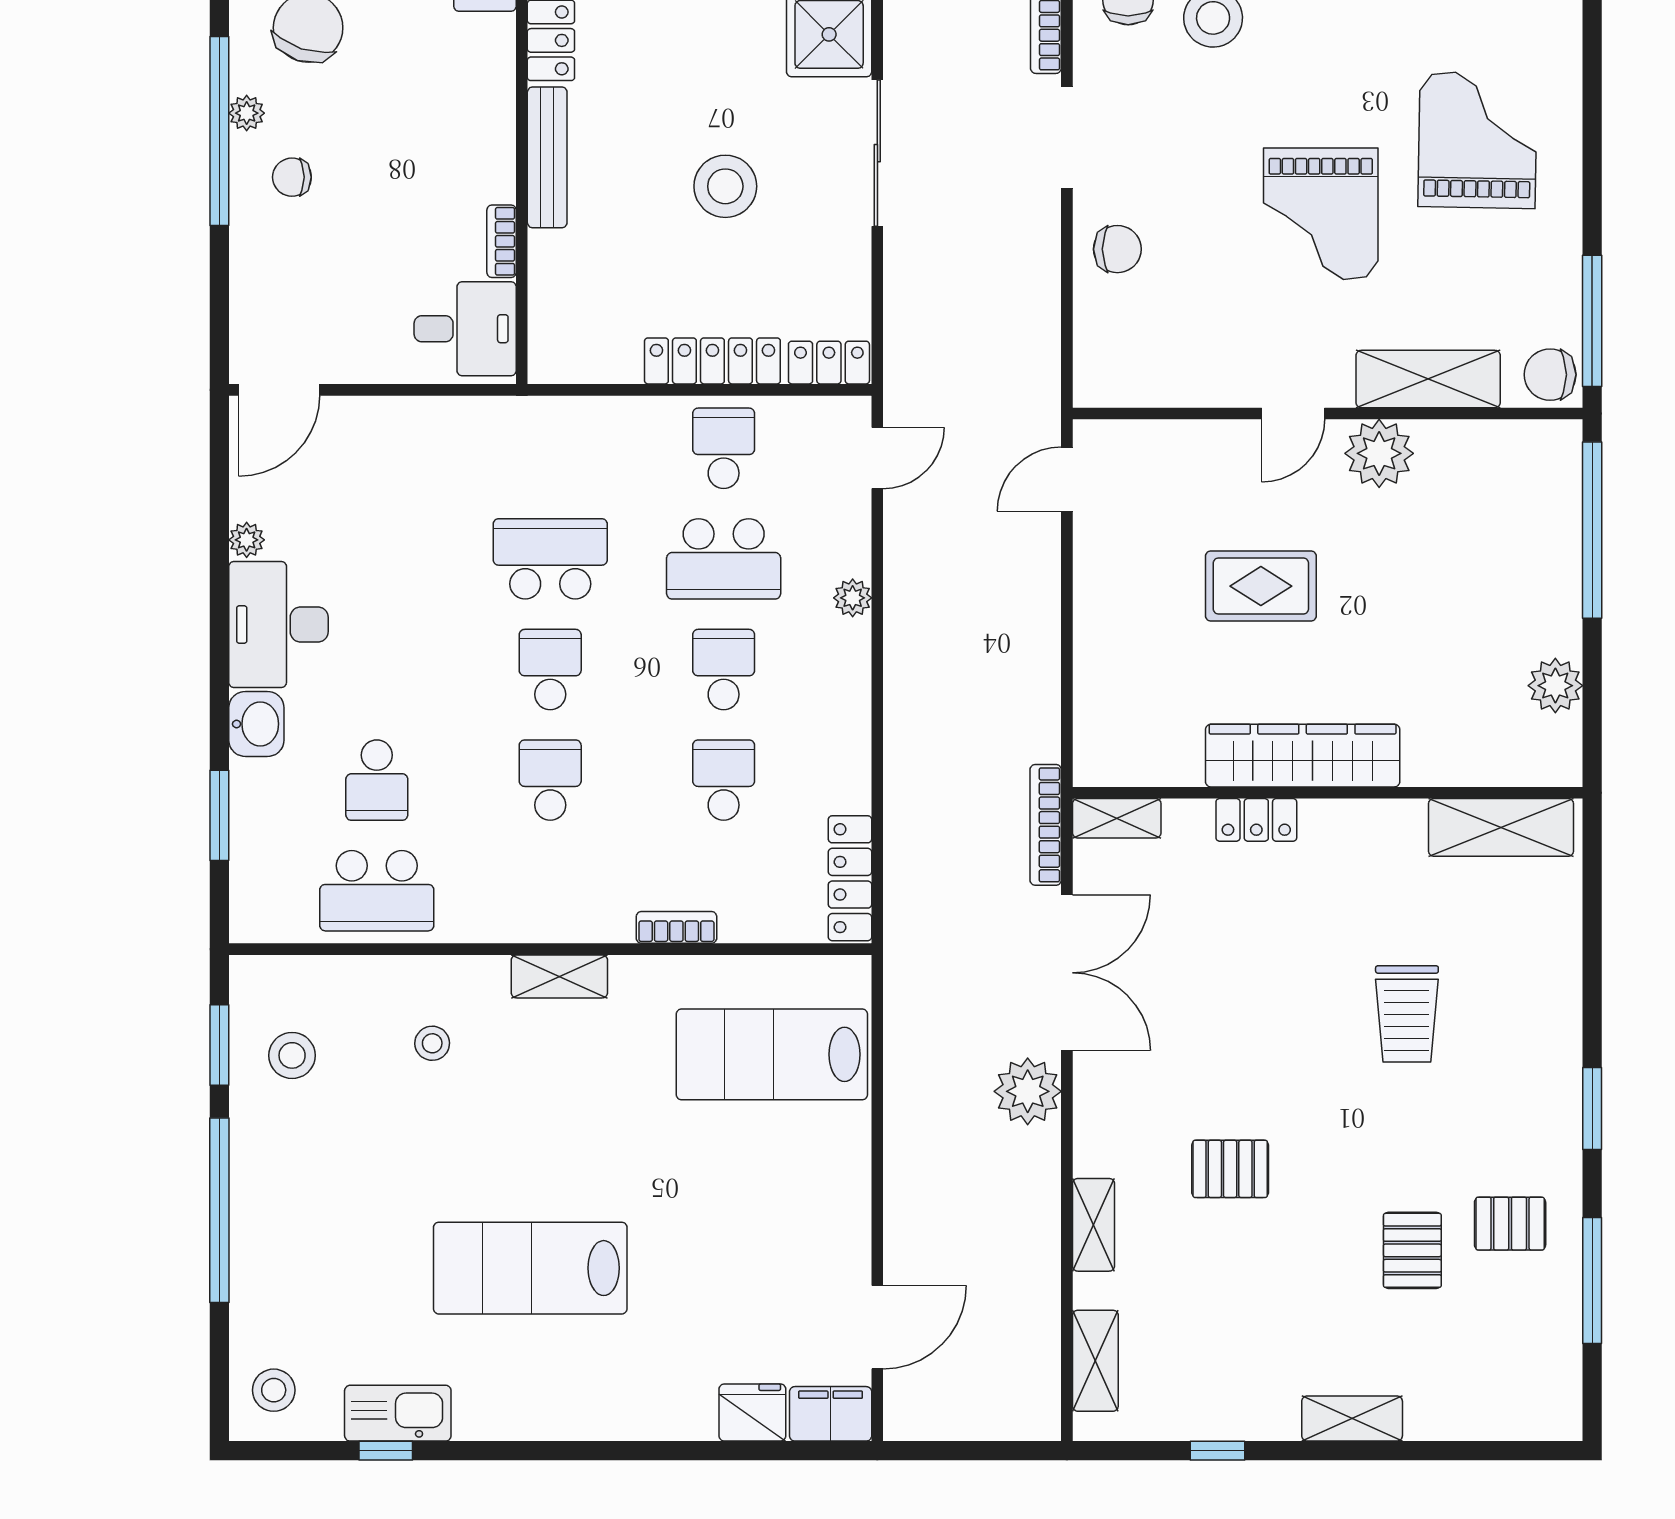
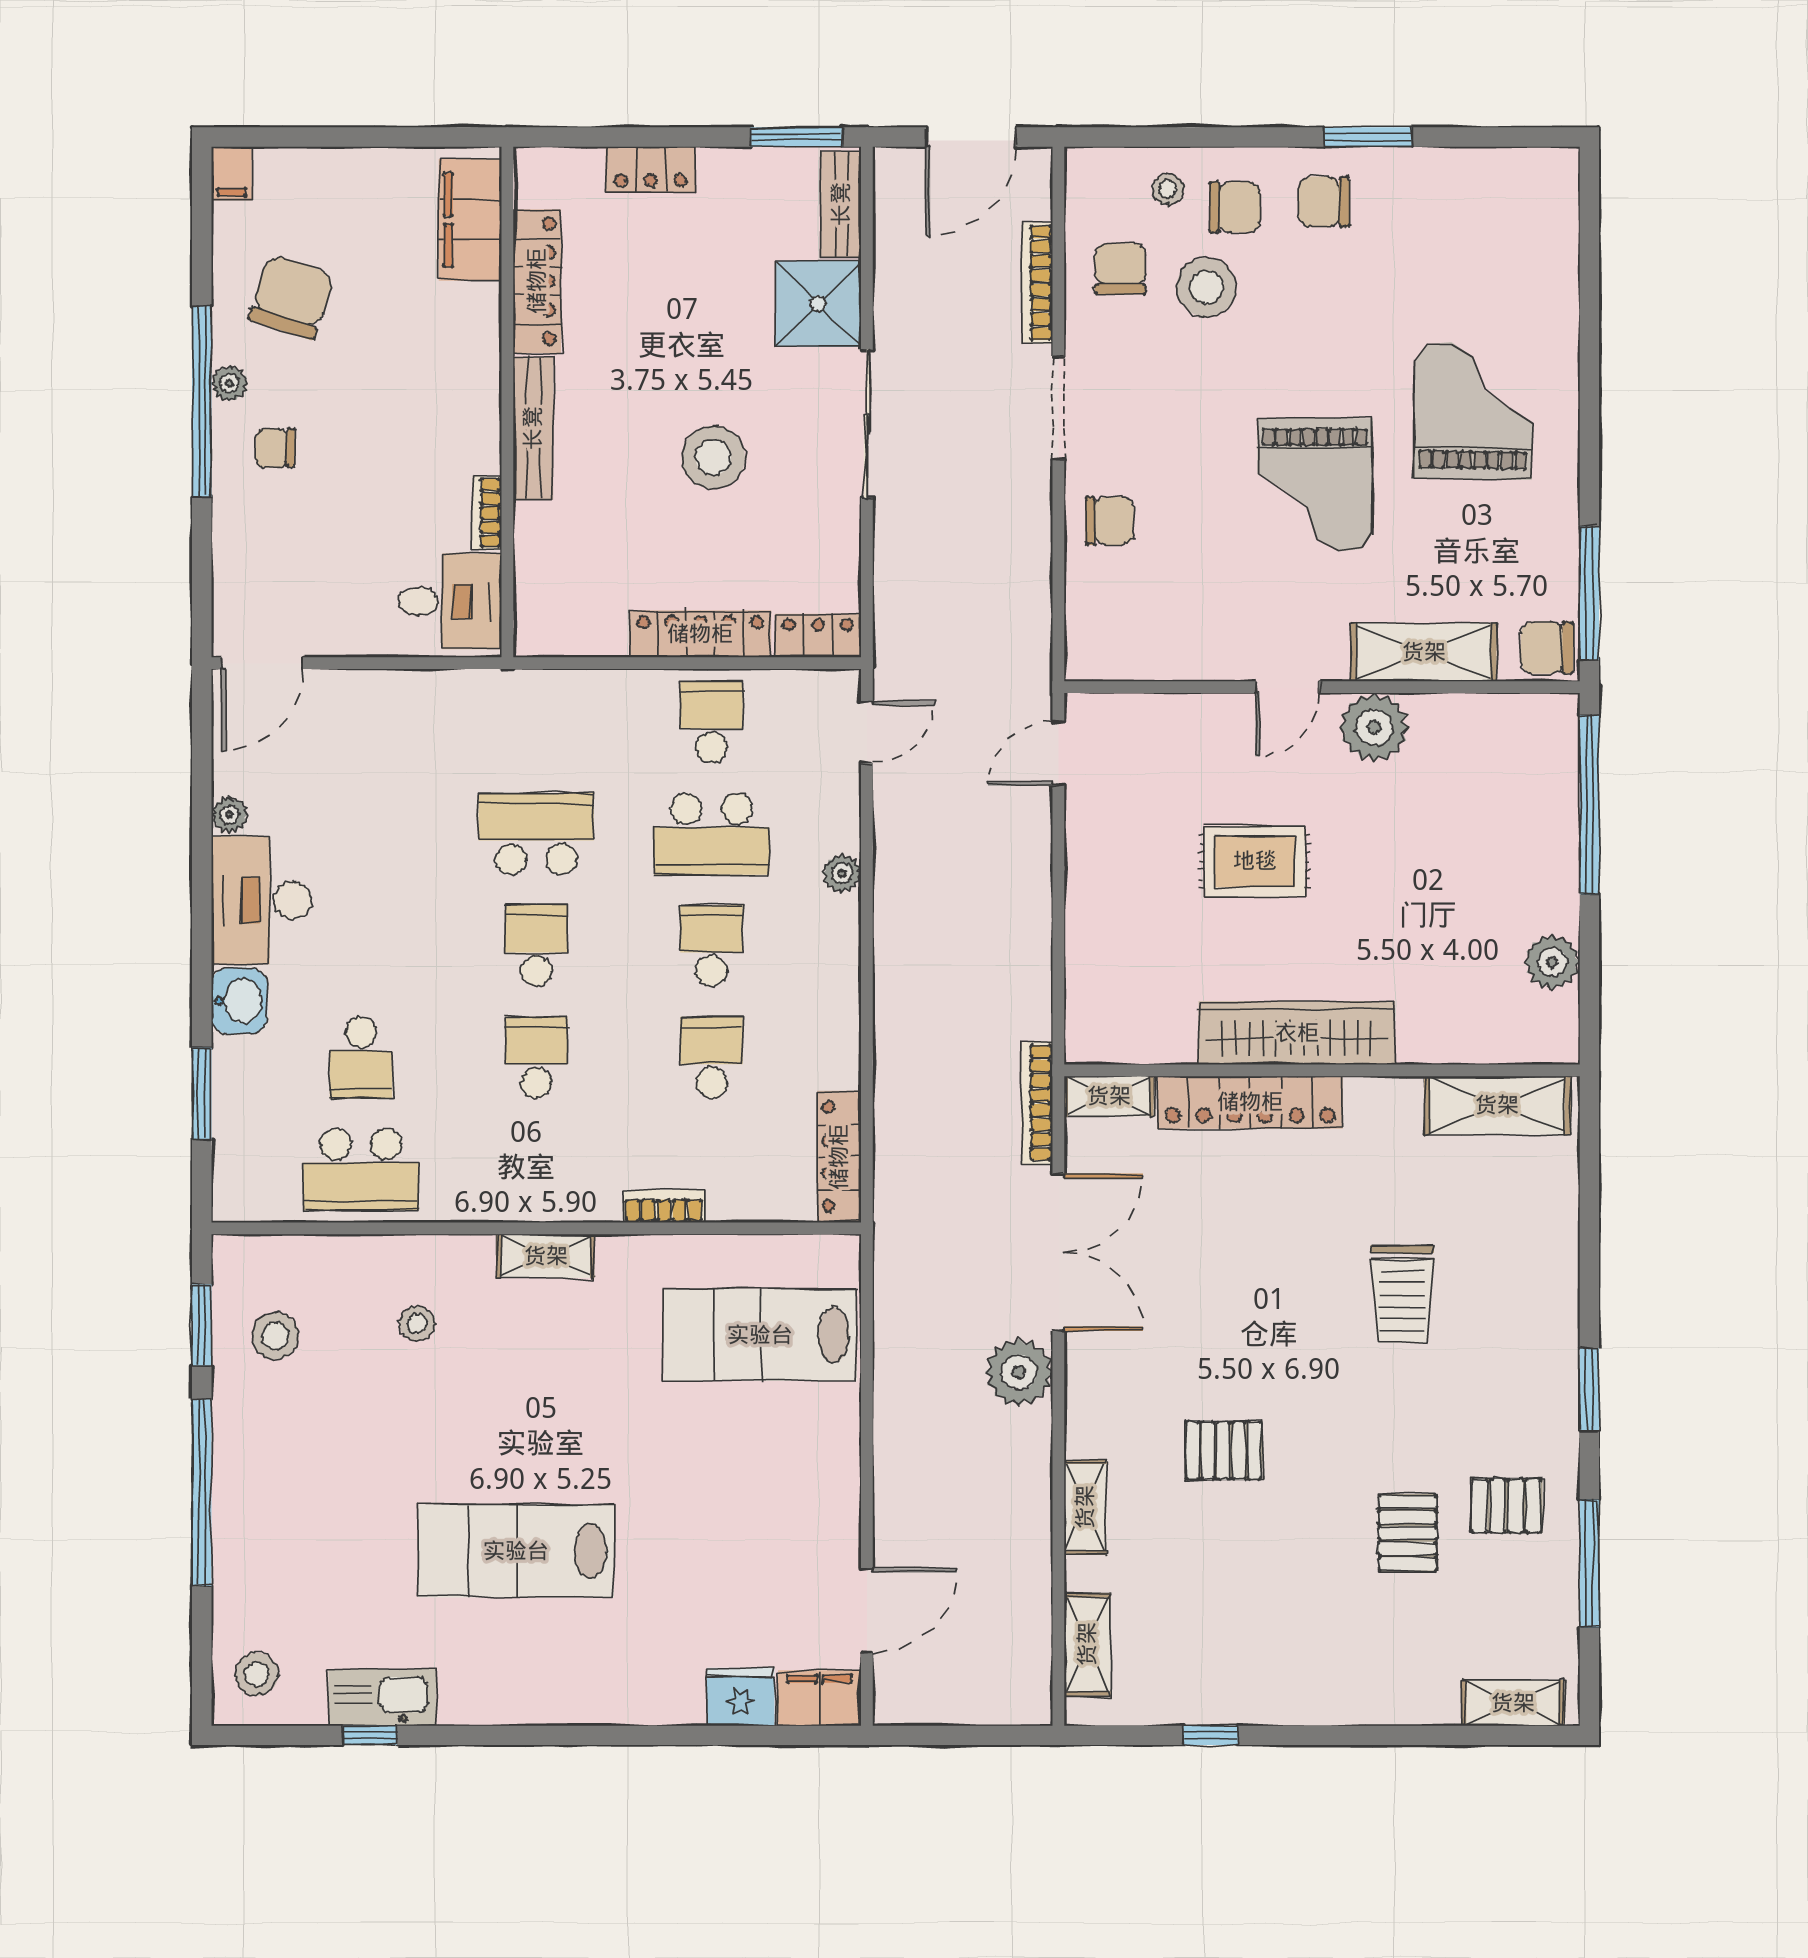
locker: (1256, 820) -> (1250, 1102), width x2.16, depth x1.21
shelving: (1352, 1419) -> (1513, 1703), moved

